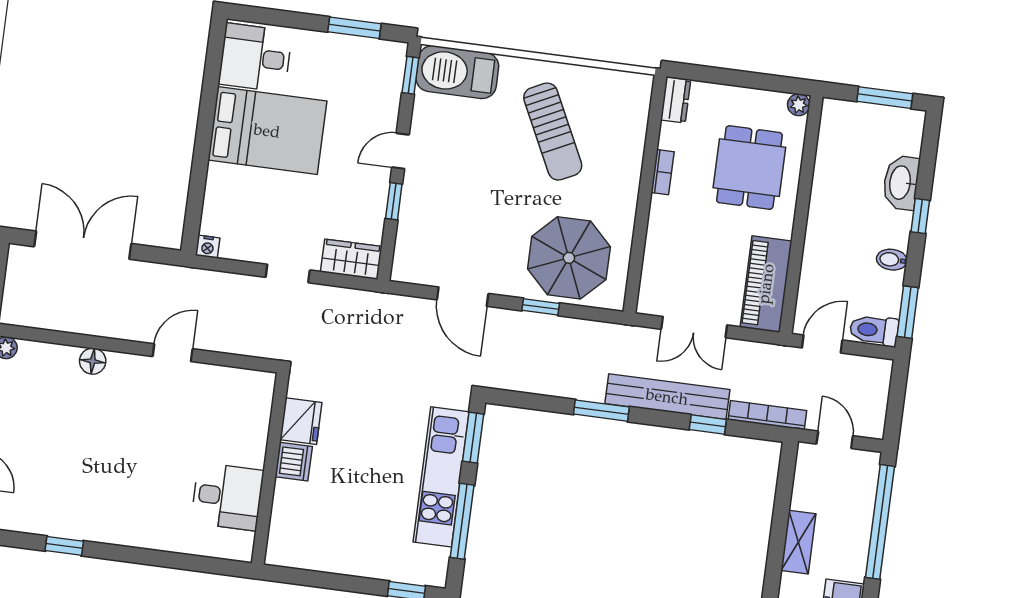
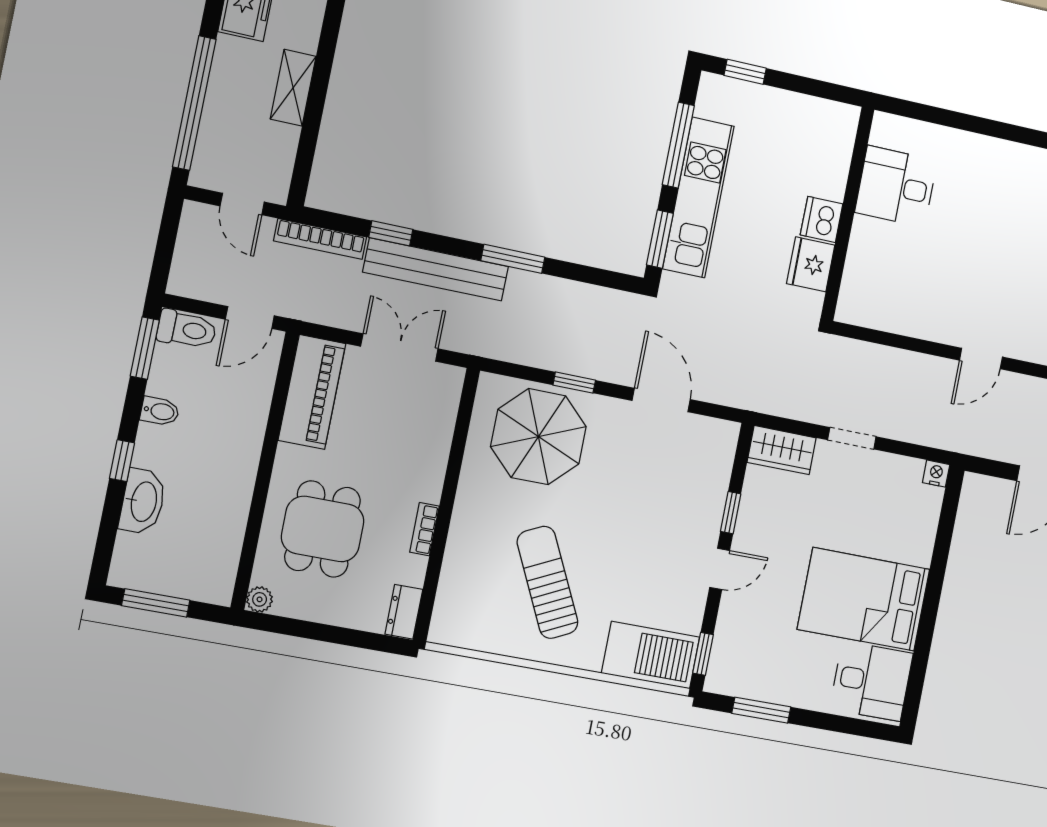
fridge: (301, 421) -> (811, 264), moved
dishwasher: (294, 462) -> (822, 219), moved
wall: (270, 469) -> (848, 214), moved
desk: (227, 496) -> (896, 186), moved

